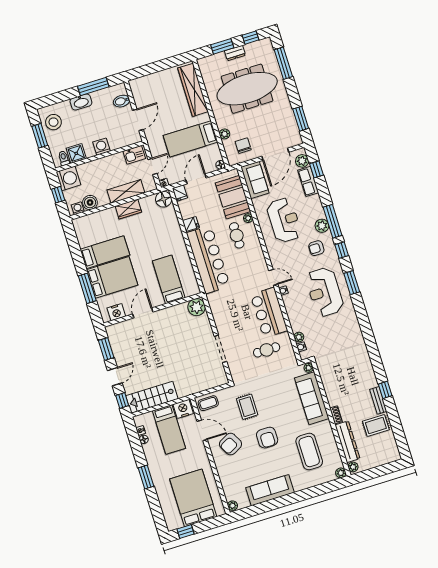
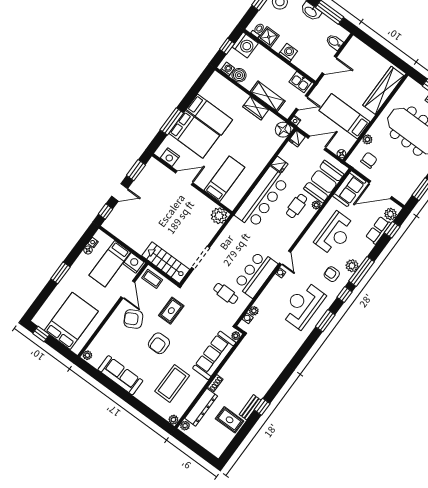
stairs: (152, 397) -> (166, 263), moved

